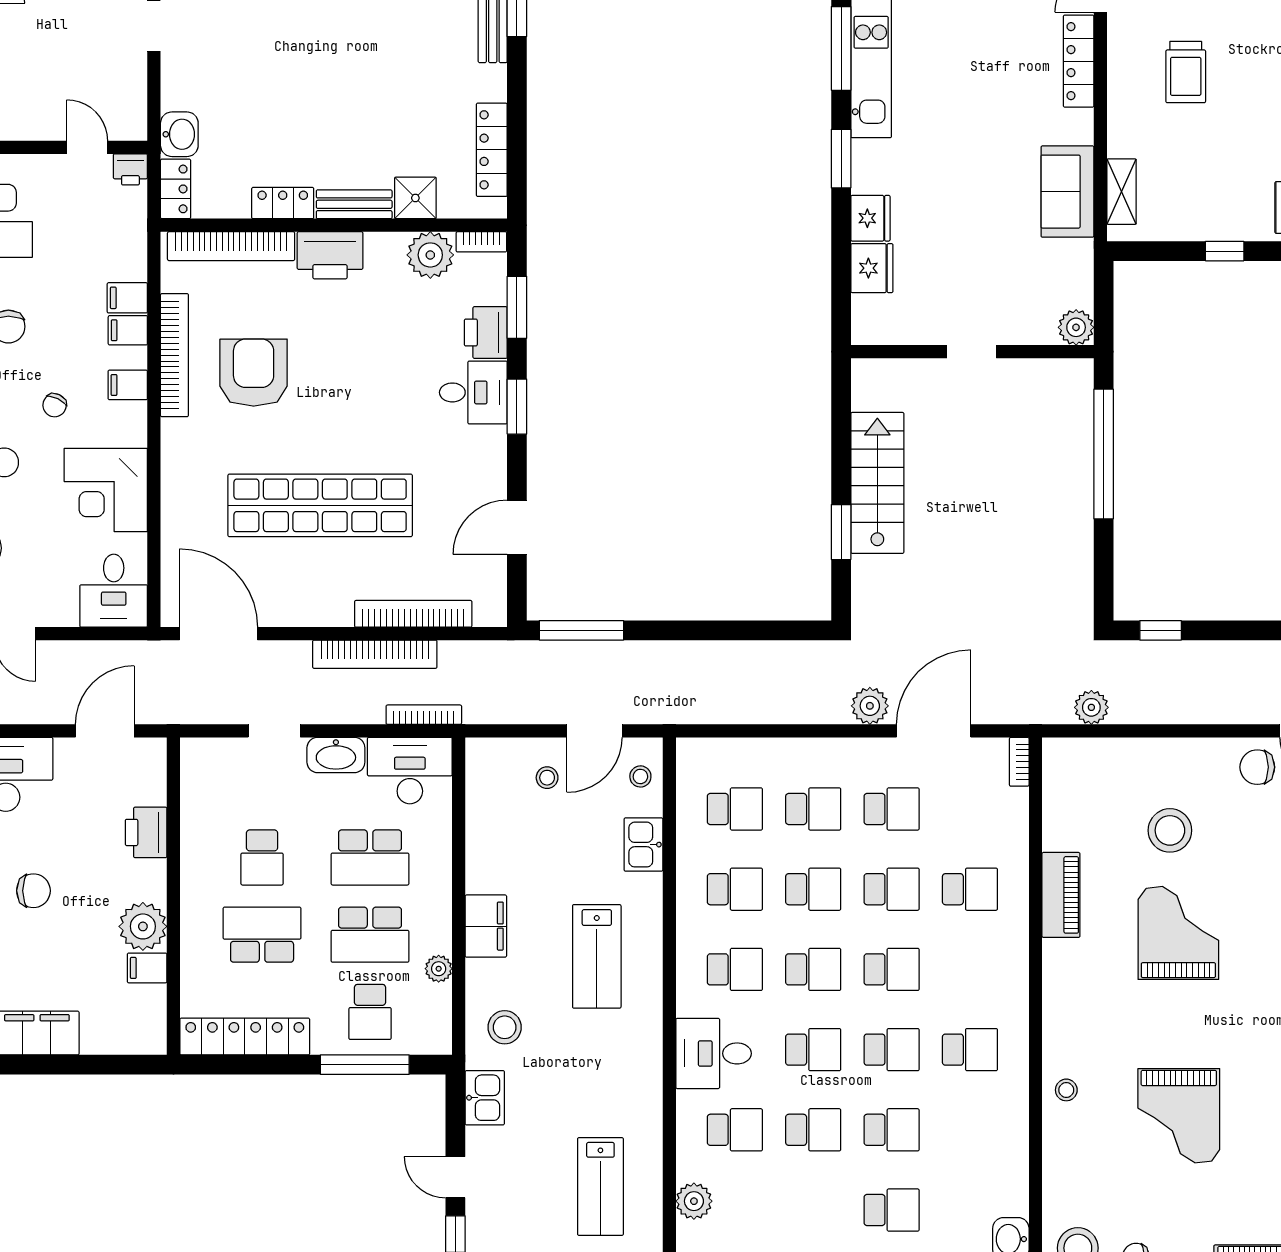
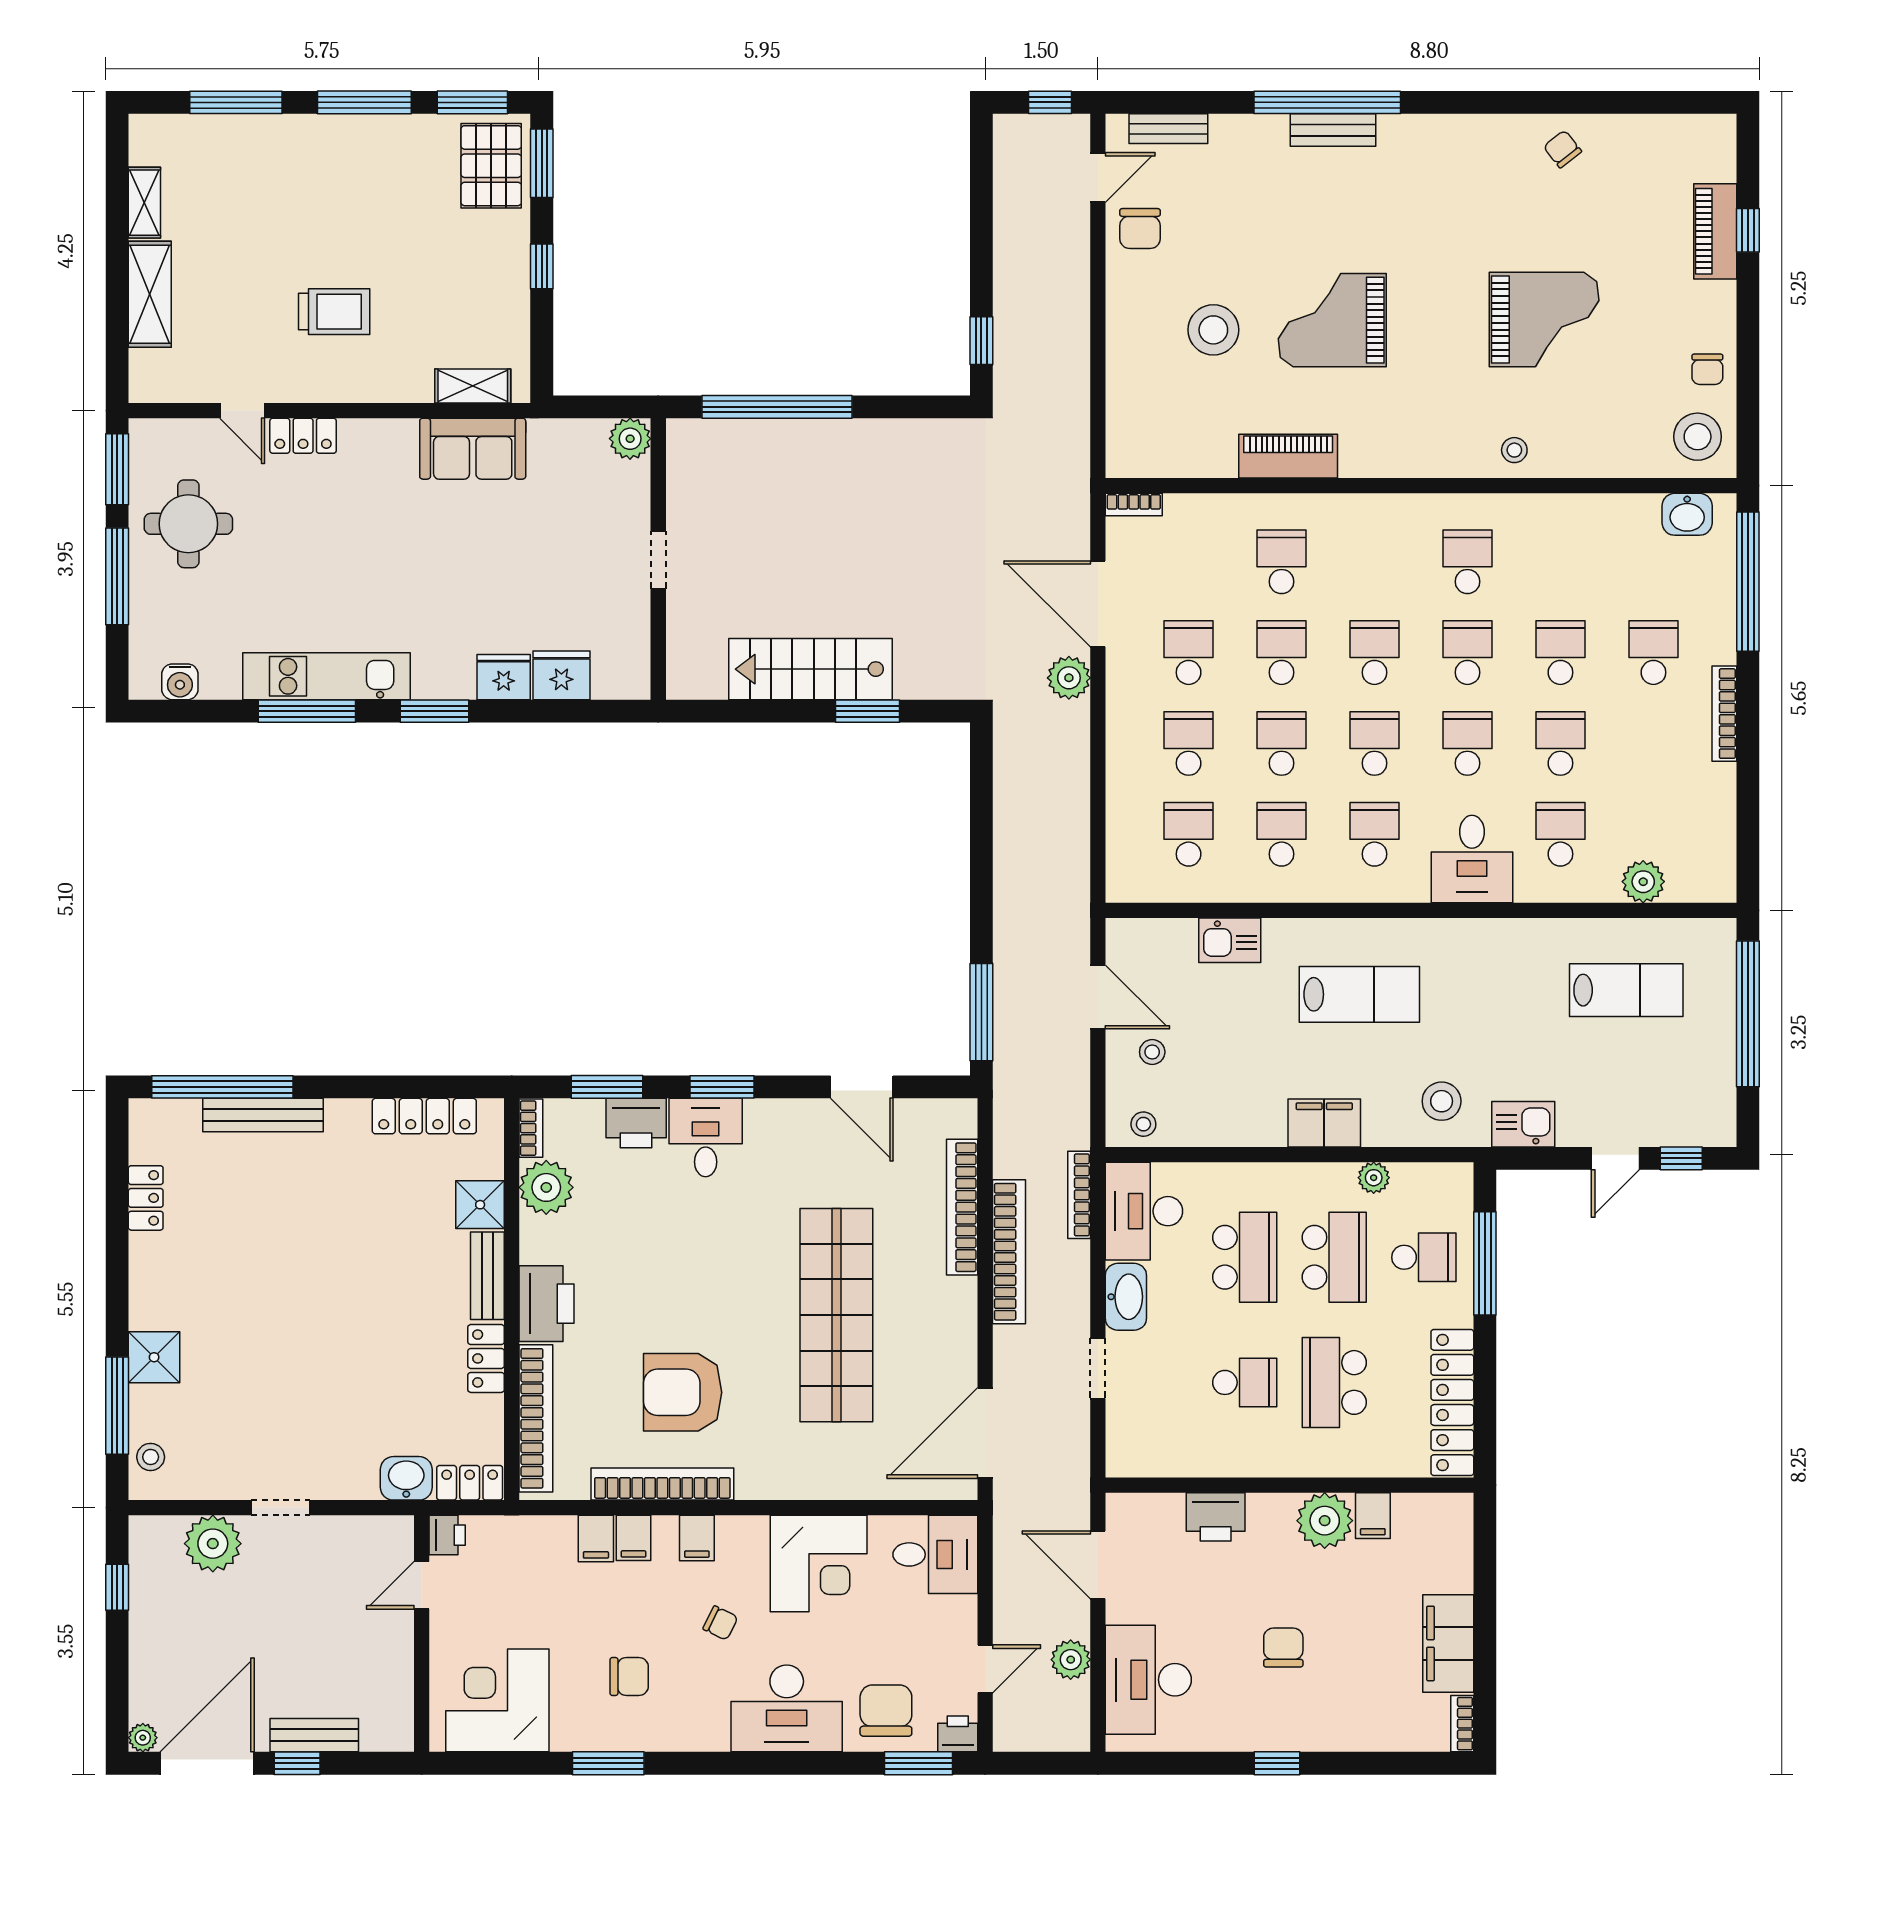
locker: (1079, 61) -> (303, 436), width x0.66
plant: (1091, 707) -> (1071, 1660), moved
stool: (640, 776) -> (1143, 1124), moved

